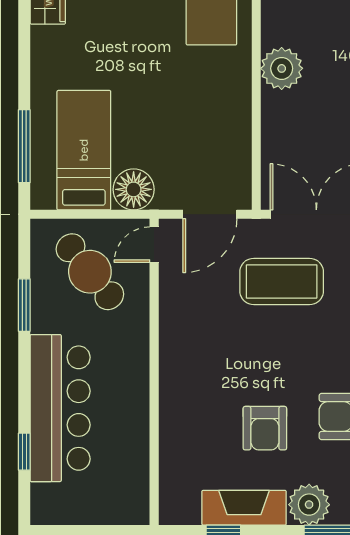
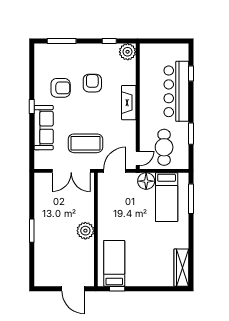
cafe table: (90, 272) -> (164, 147), turned 39
plant: (309, 505) -> (128, 52), moved
fireplace: (244, 508) -> (129, 103), moved, turned 90

